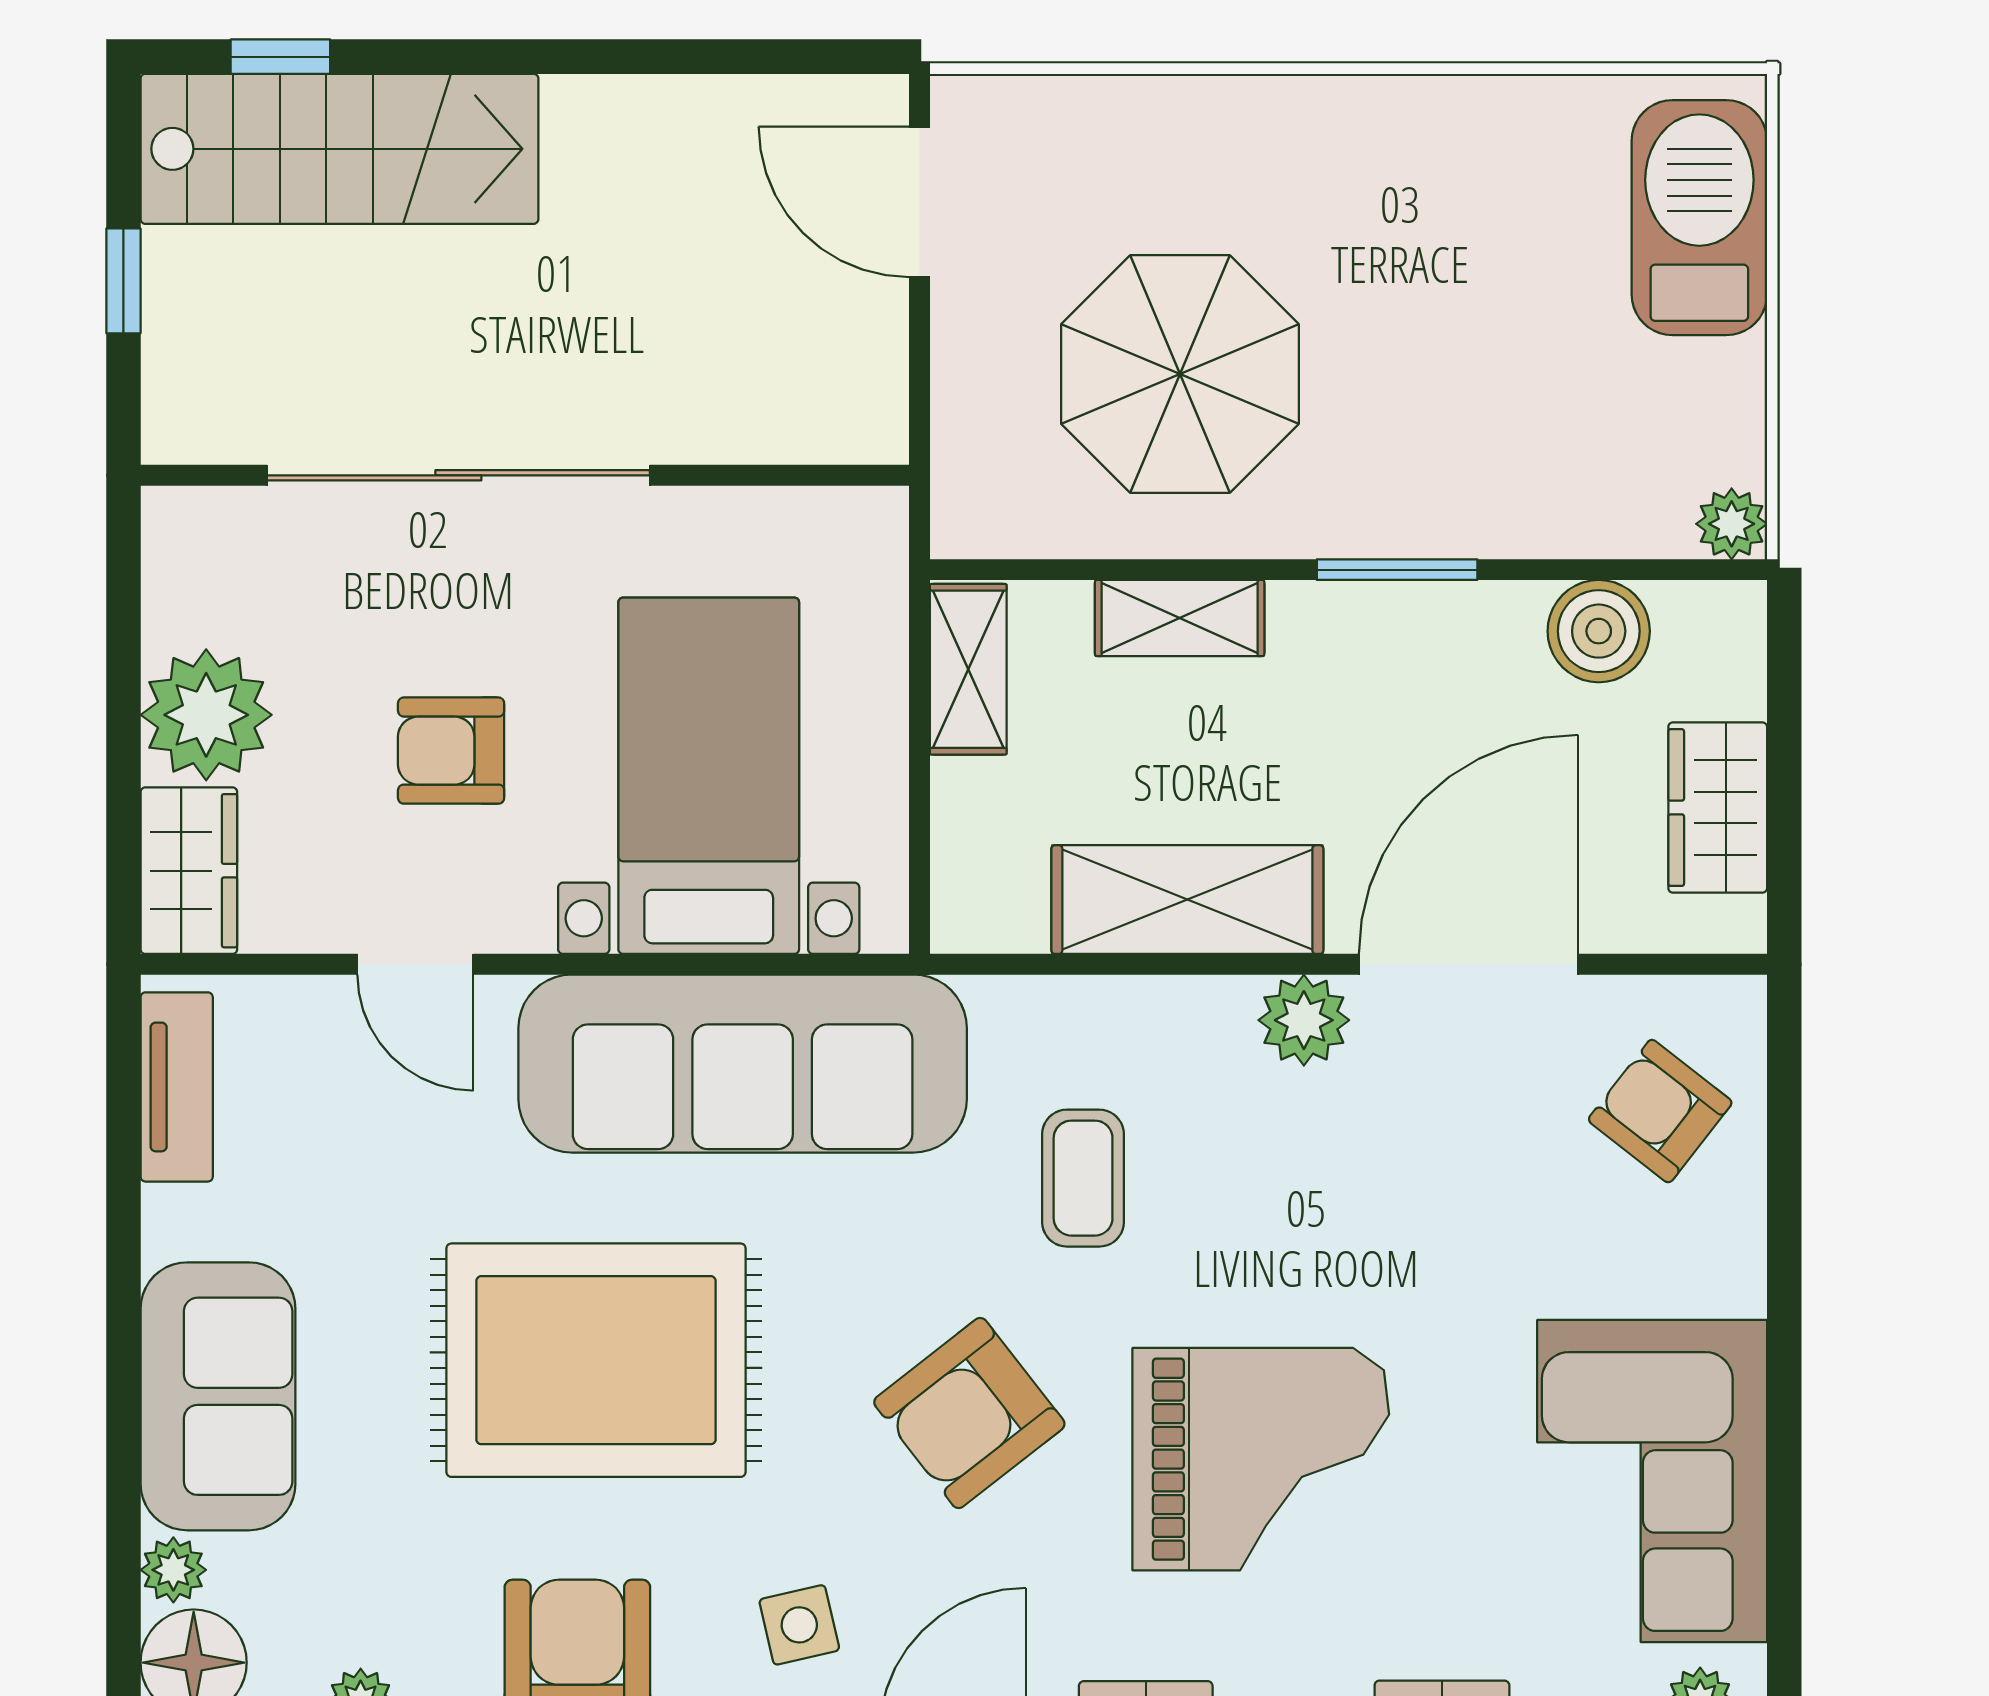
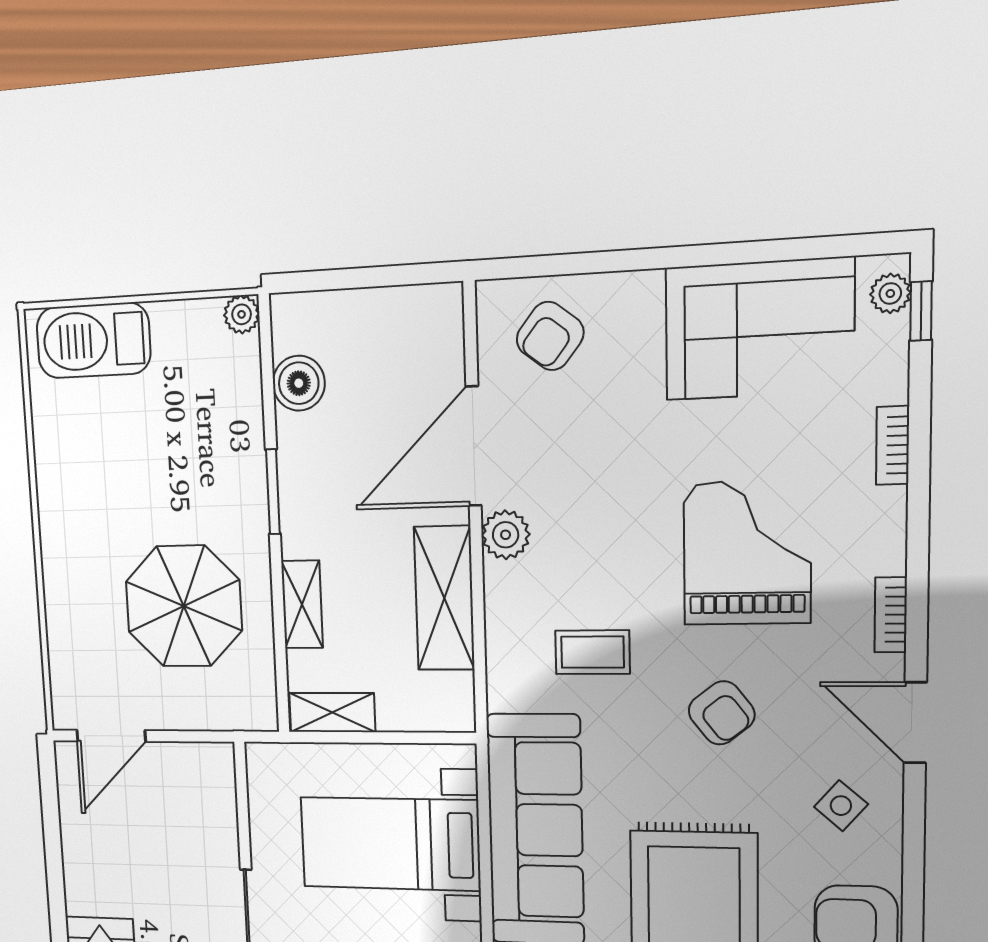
wardrobe: (1718, 808) -> (387, 313), removed
door: (1469, 964) -> (474, 446), hinge flipped
armchair: (969, 1413) -> (722, 713), width x0.72, depth x0.72
side table: (799, 1625) -> (841, 806), turned -36

